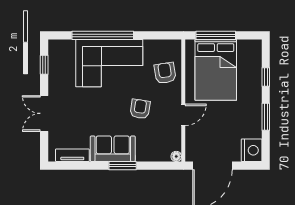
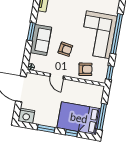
window: (164, 35) -> (110, 73), added
window: (216, 35) -> (102, 117), moved
bed: (216, 70) -> (79, 118), moved
sofa: (113, 149) -> (41, 40), moved

